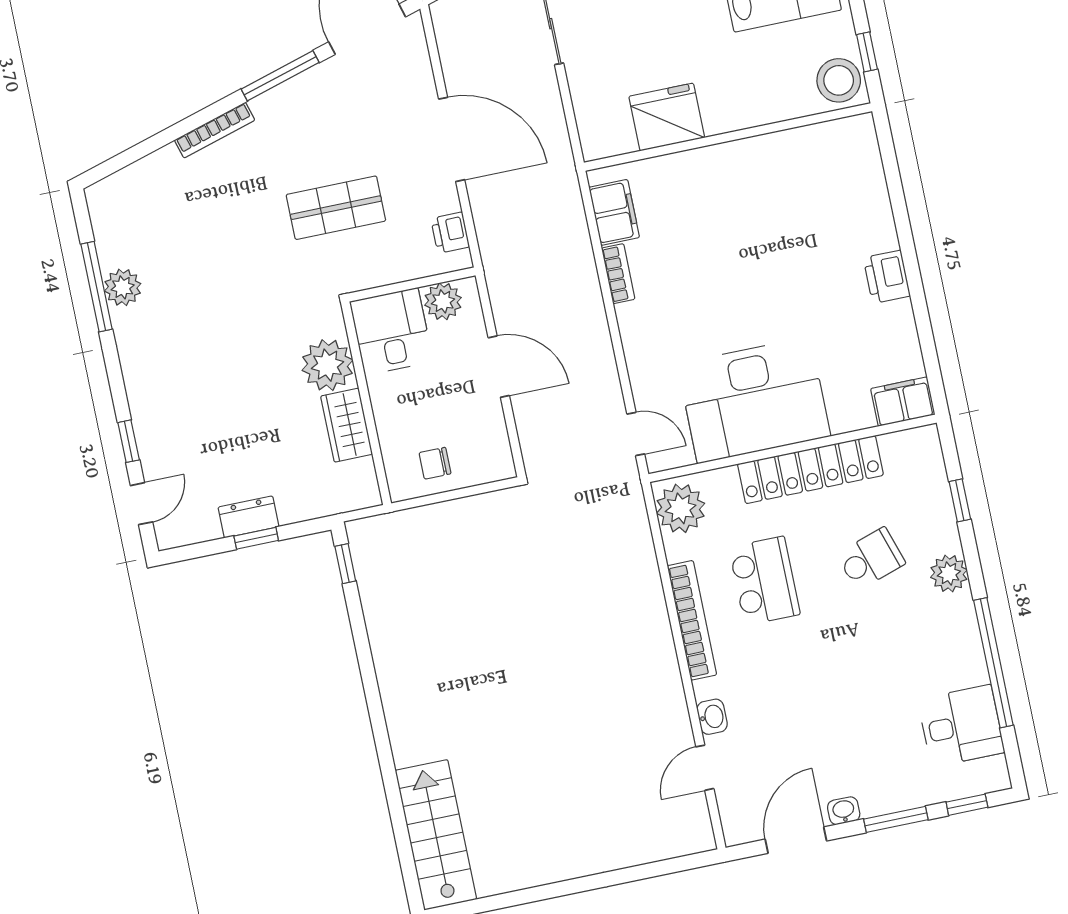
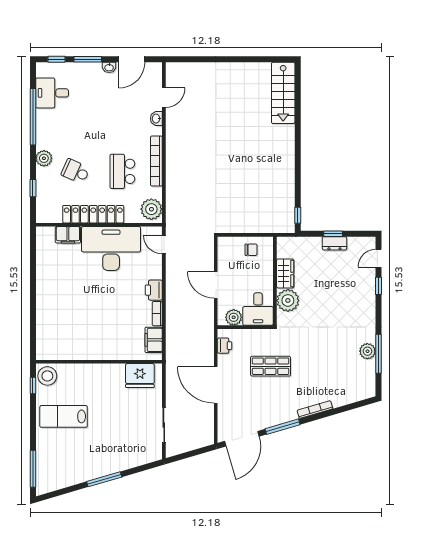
fridge: (667, 117) -> (140, 376), moved
printer: (887, 277) -> (154, 290), moved, turned 180
filing cabinet: (903, 402) -> (68, 235), moved
school desk: (871, 559) -> (76, 171), turned 42

